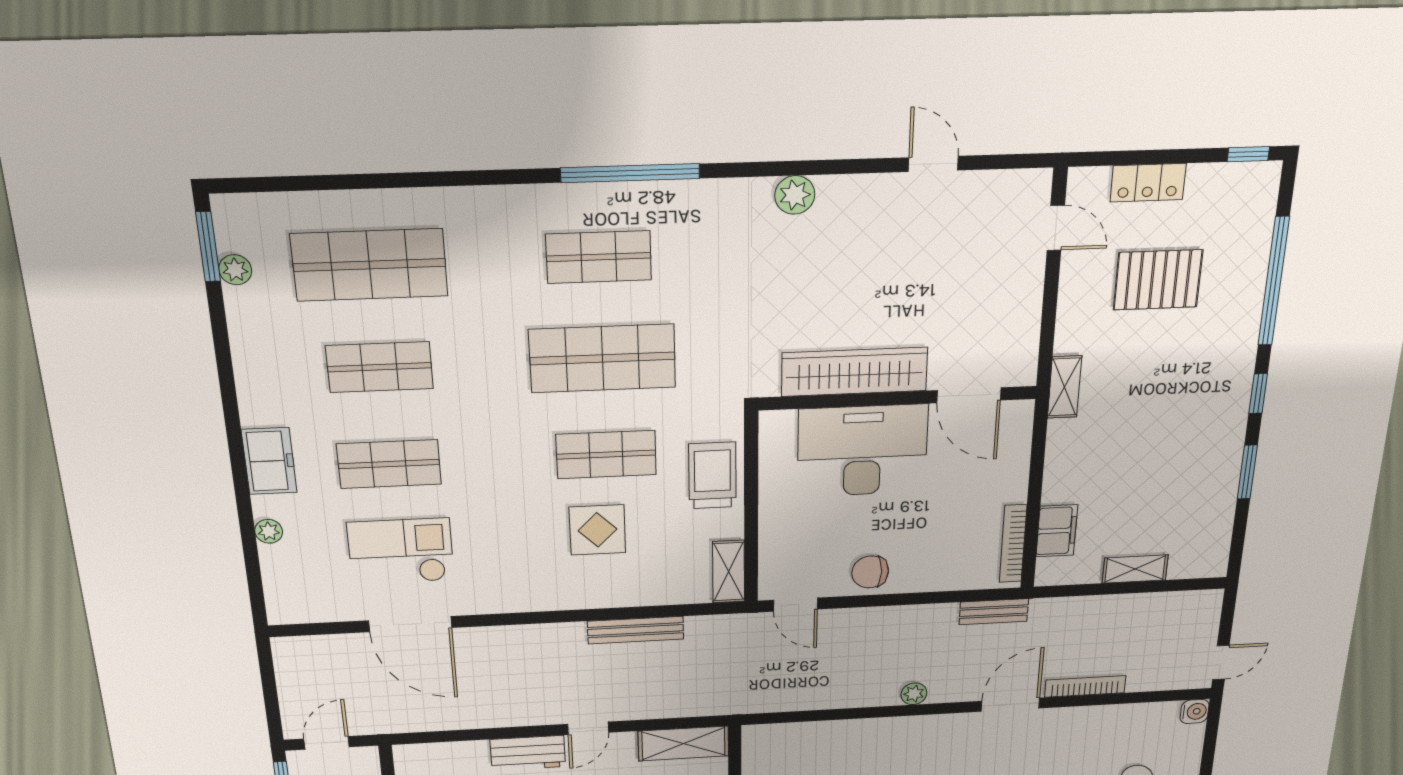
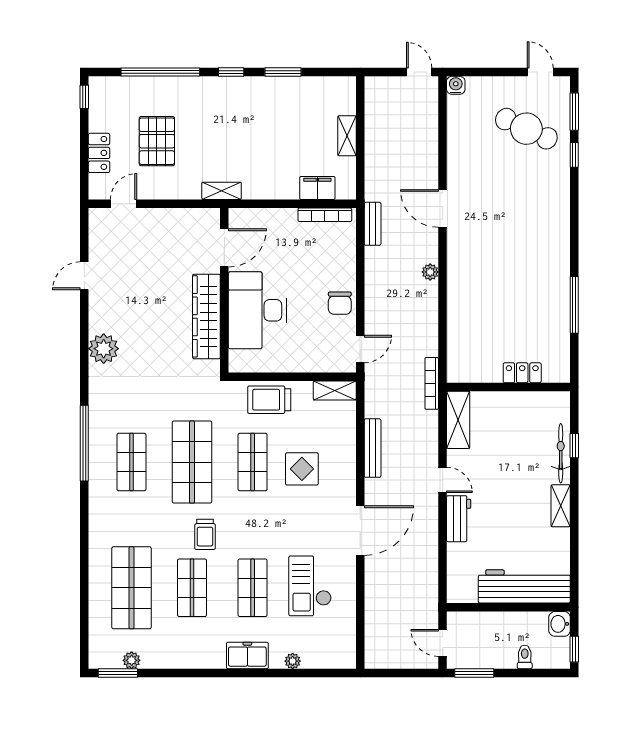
plant: (795, 195) -> (104, 349), width x1.36, depth x1.36
trolley: (476, 385) -> (205, 534), added
door: (410, 624) -> (360, 531), moved
bookcase: (1085, 686) -> (432, 383), moved

